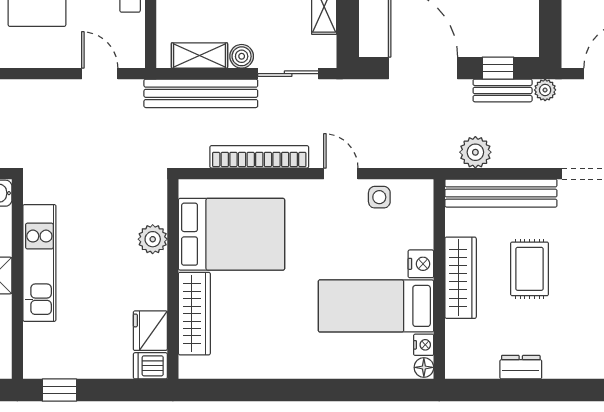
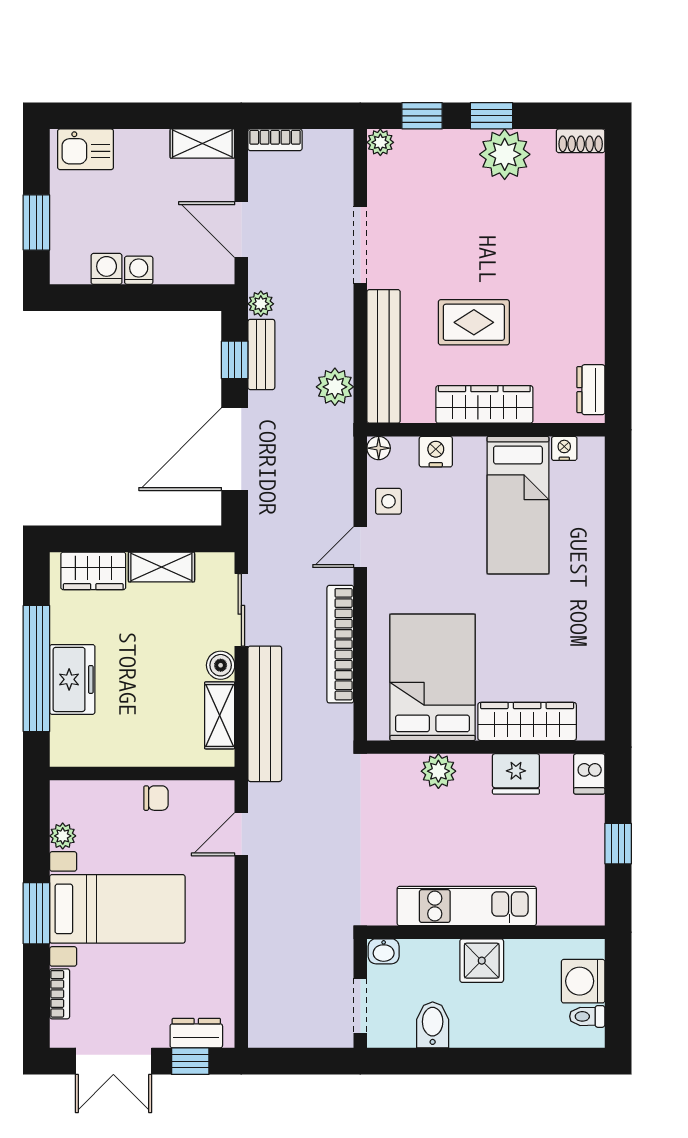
nightstand: (421, 264) -> (436, 452), moved
fridge: (150, 331) -> (516, 774), moved
floor lamp: (424, 367) -> (379, 448), moved
dresser: (521, 367) -> (591, 390), moved
window: (59, 390) -> (618, 844), moved

